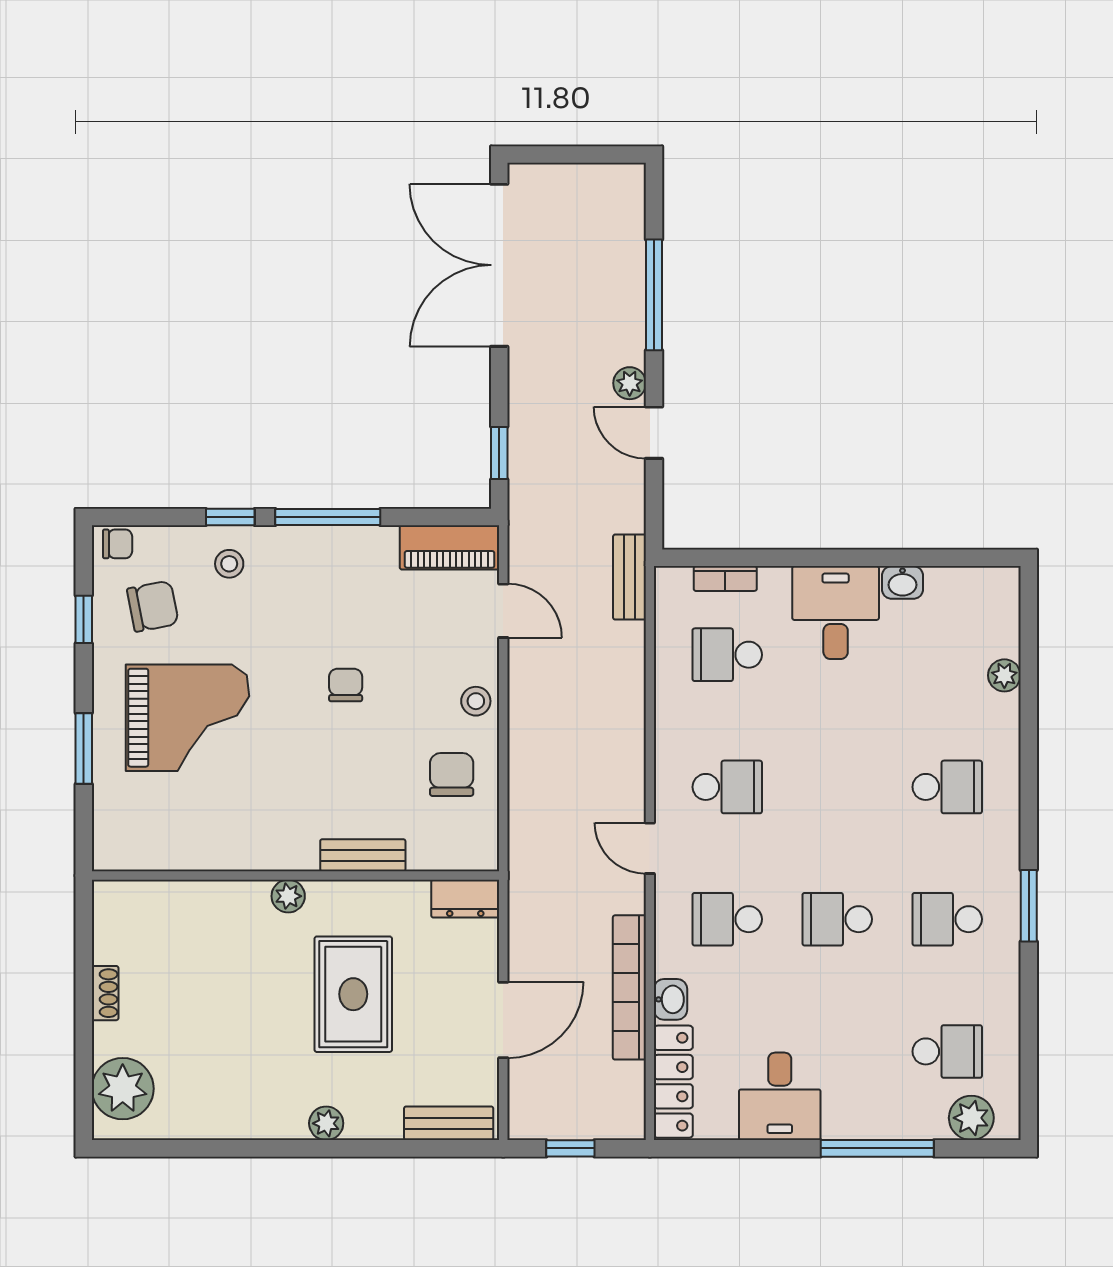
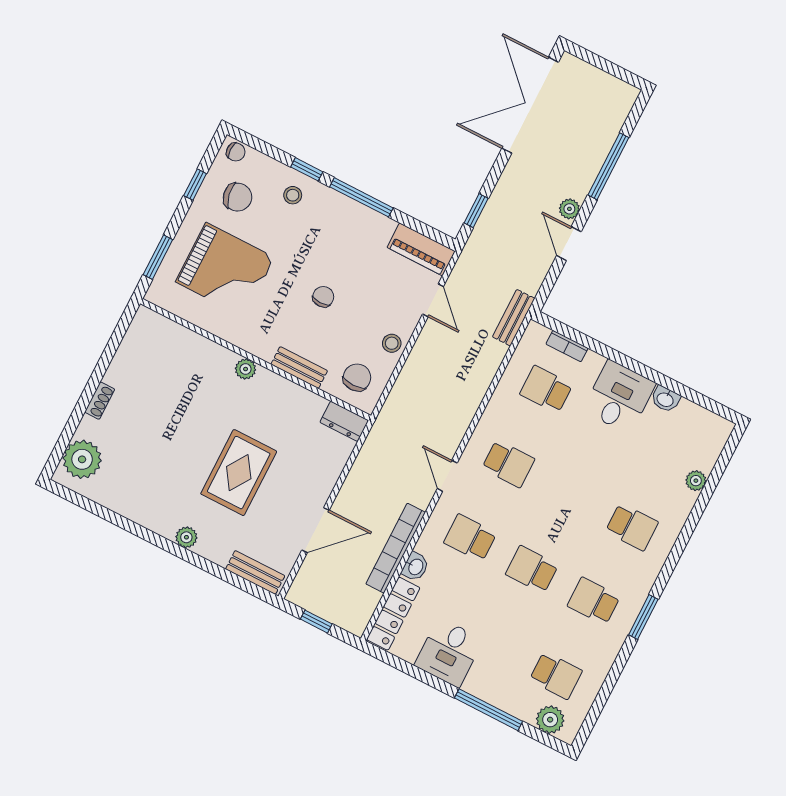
bench: (363, 855) -> (299, 368), moved
wall: (296, 875) -> (256, 360), moved
plant: (288, 896) -> (246, 369), moved
dresser: (465, 899) -> (344, 421), moved

